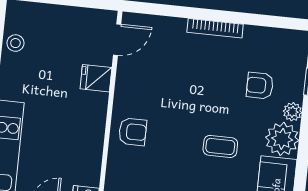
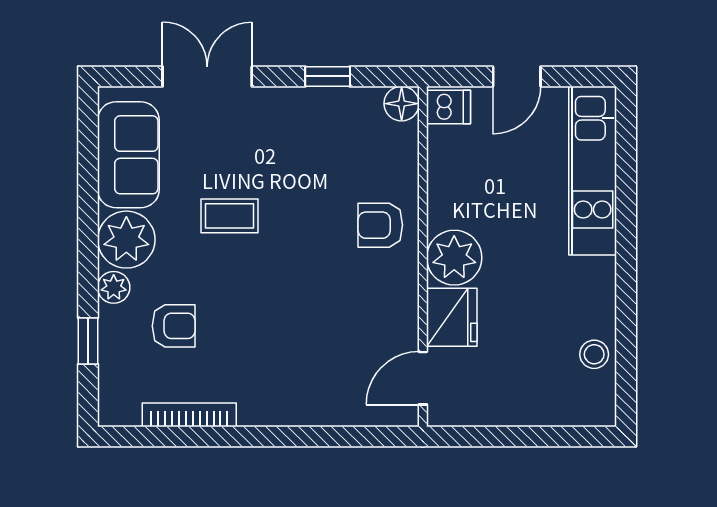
bookcase: (215, 28) -> (189, 415), moved
fridge: (96, 78) -> (452, 317), width x1.38
plant: (91, 108) -> (454, 258), added

